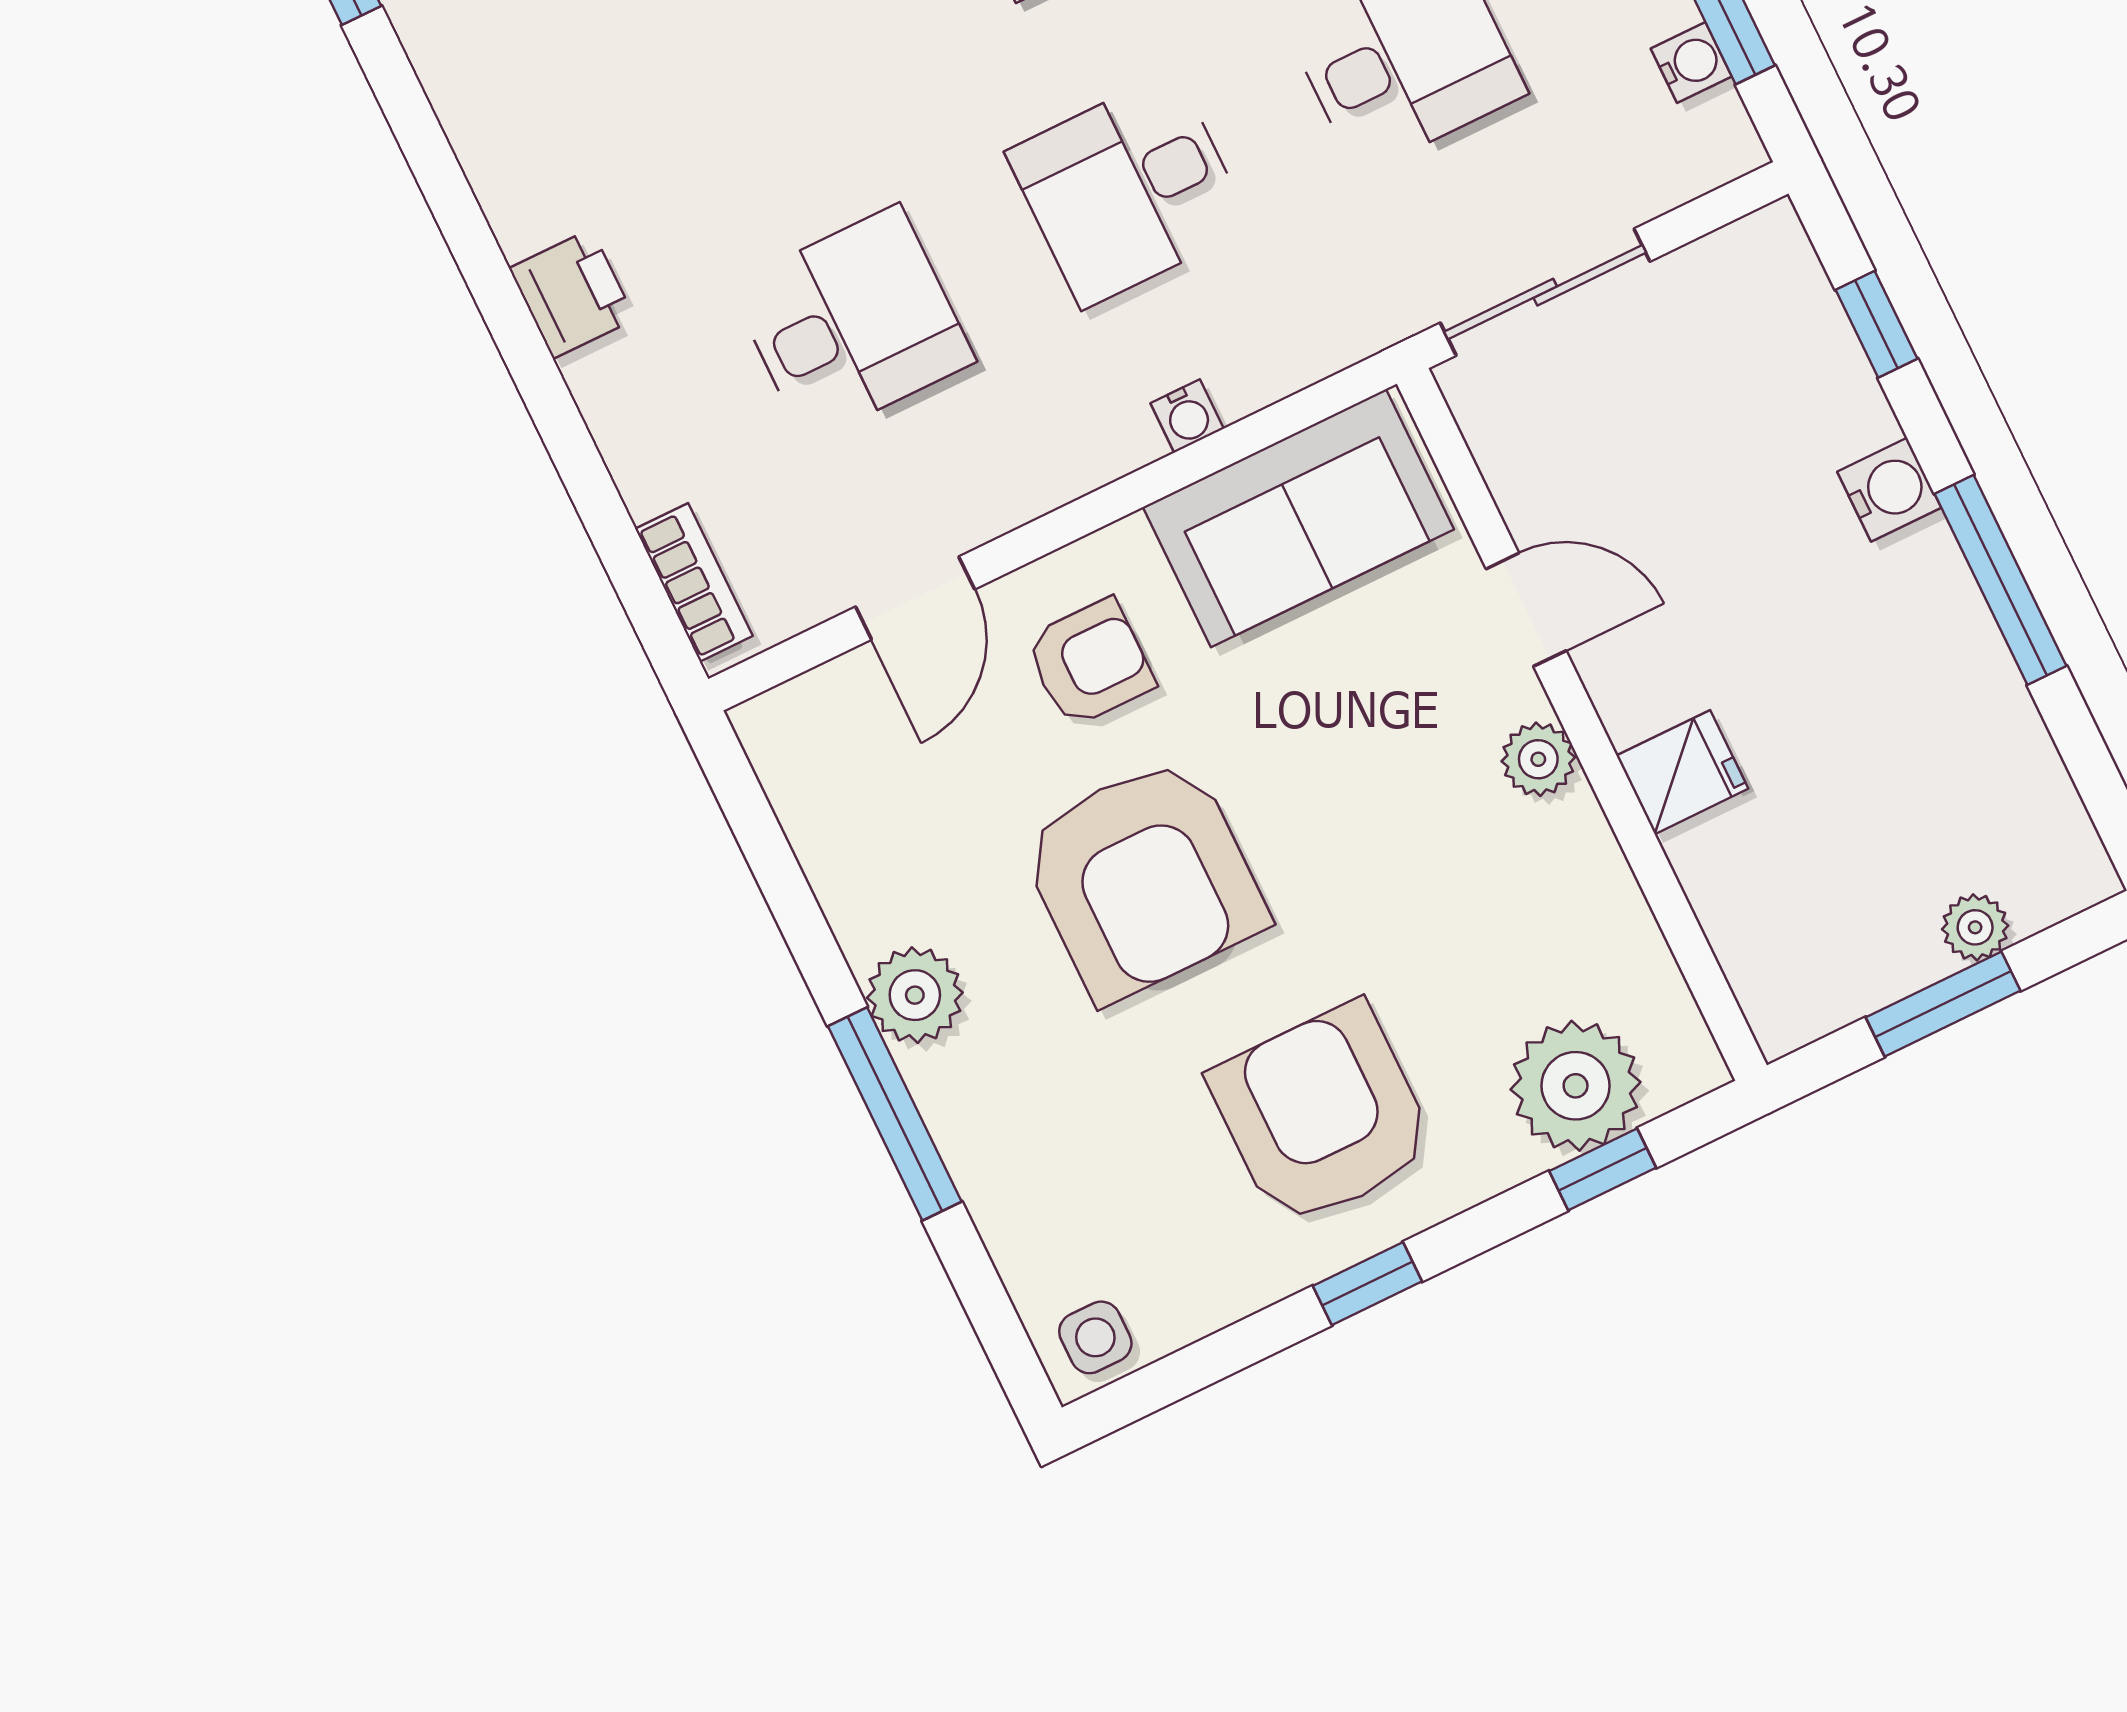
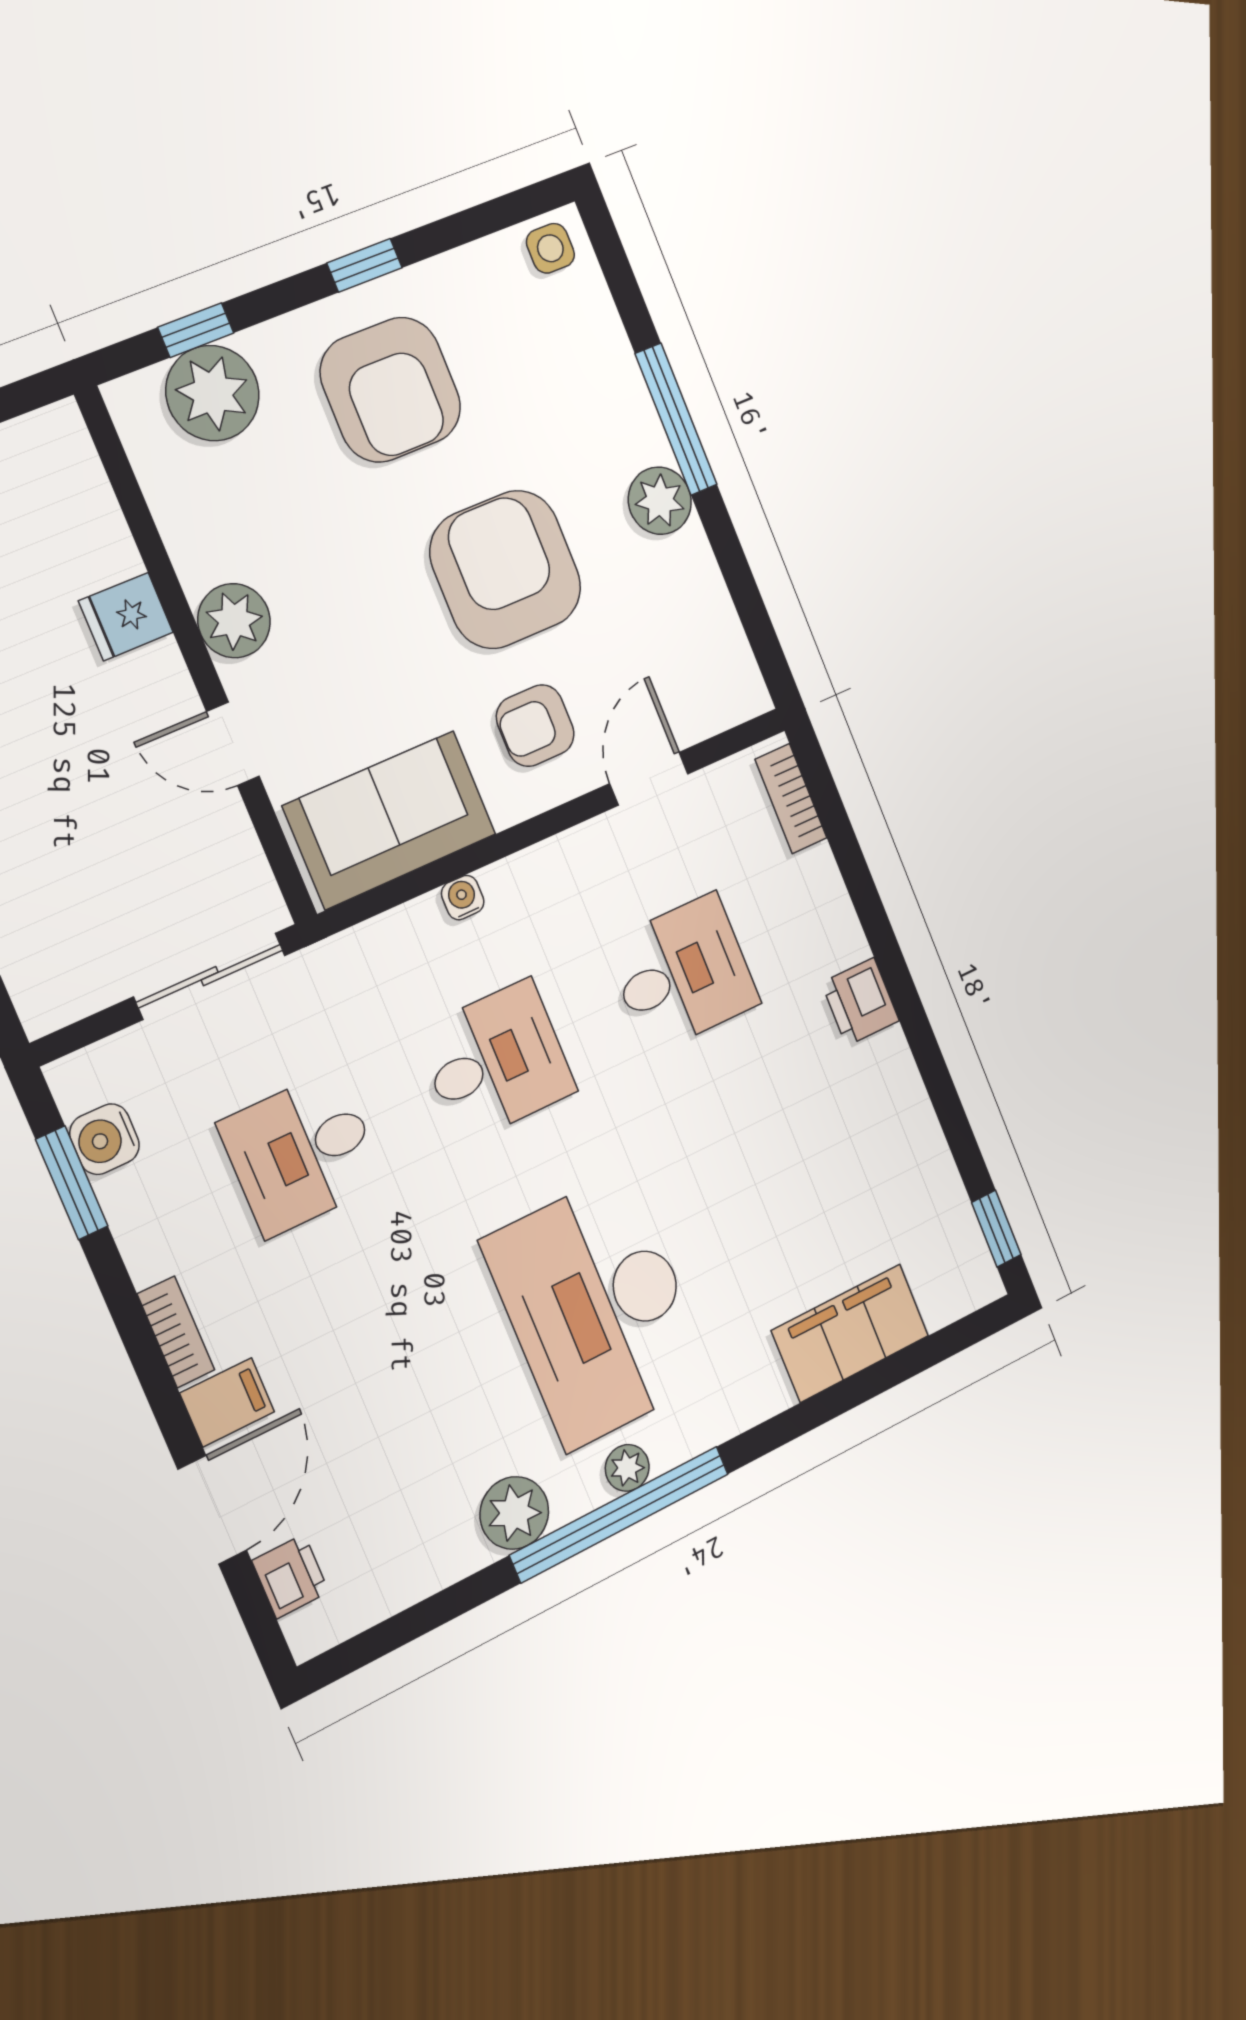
water cooler: (1691, 62) -> (104, 1139), width x1.38, depth x1.38
desk: (852, 324) -> (682, 973), turned 180
plant: (1538, 759) -> (234, 621), width x1.38, depth x1.38

